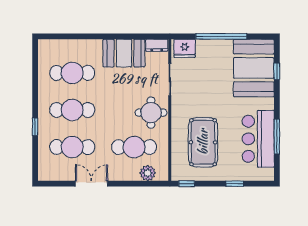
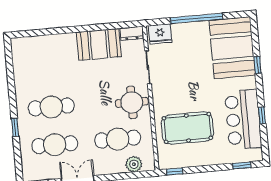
window: (277, 71) -> (257, 65), moved
cafe table: (72, 73) -> (48, 69), removed
window: (277, 137) -> (262, 115), width x0.46
pool table: (203, 142) -> (187, 128), turned 90
window: (235, 184) -> (242, 165), moved

